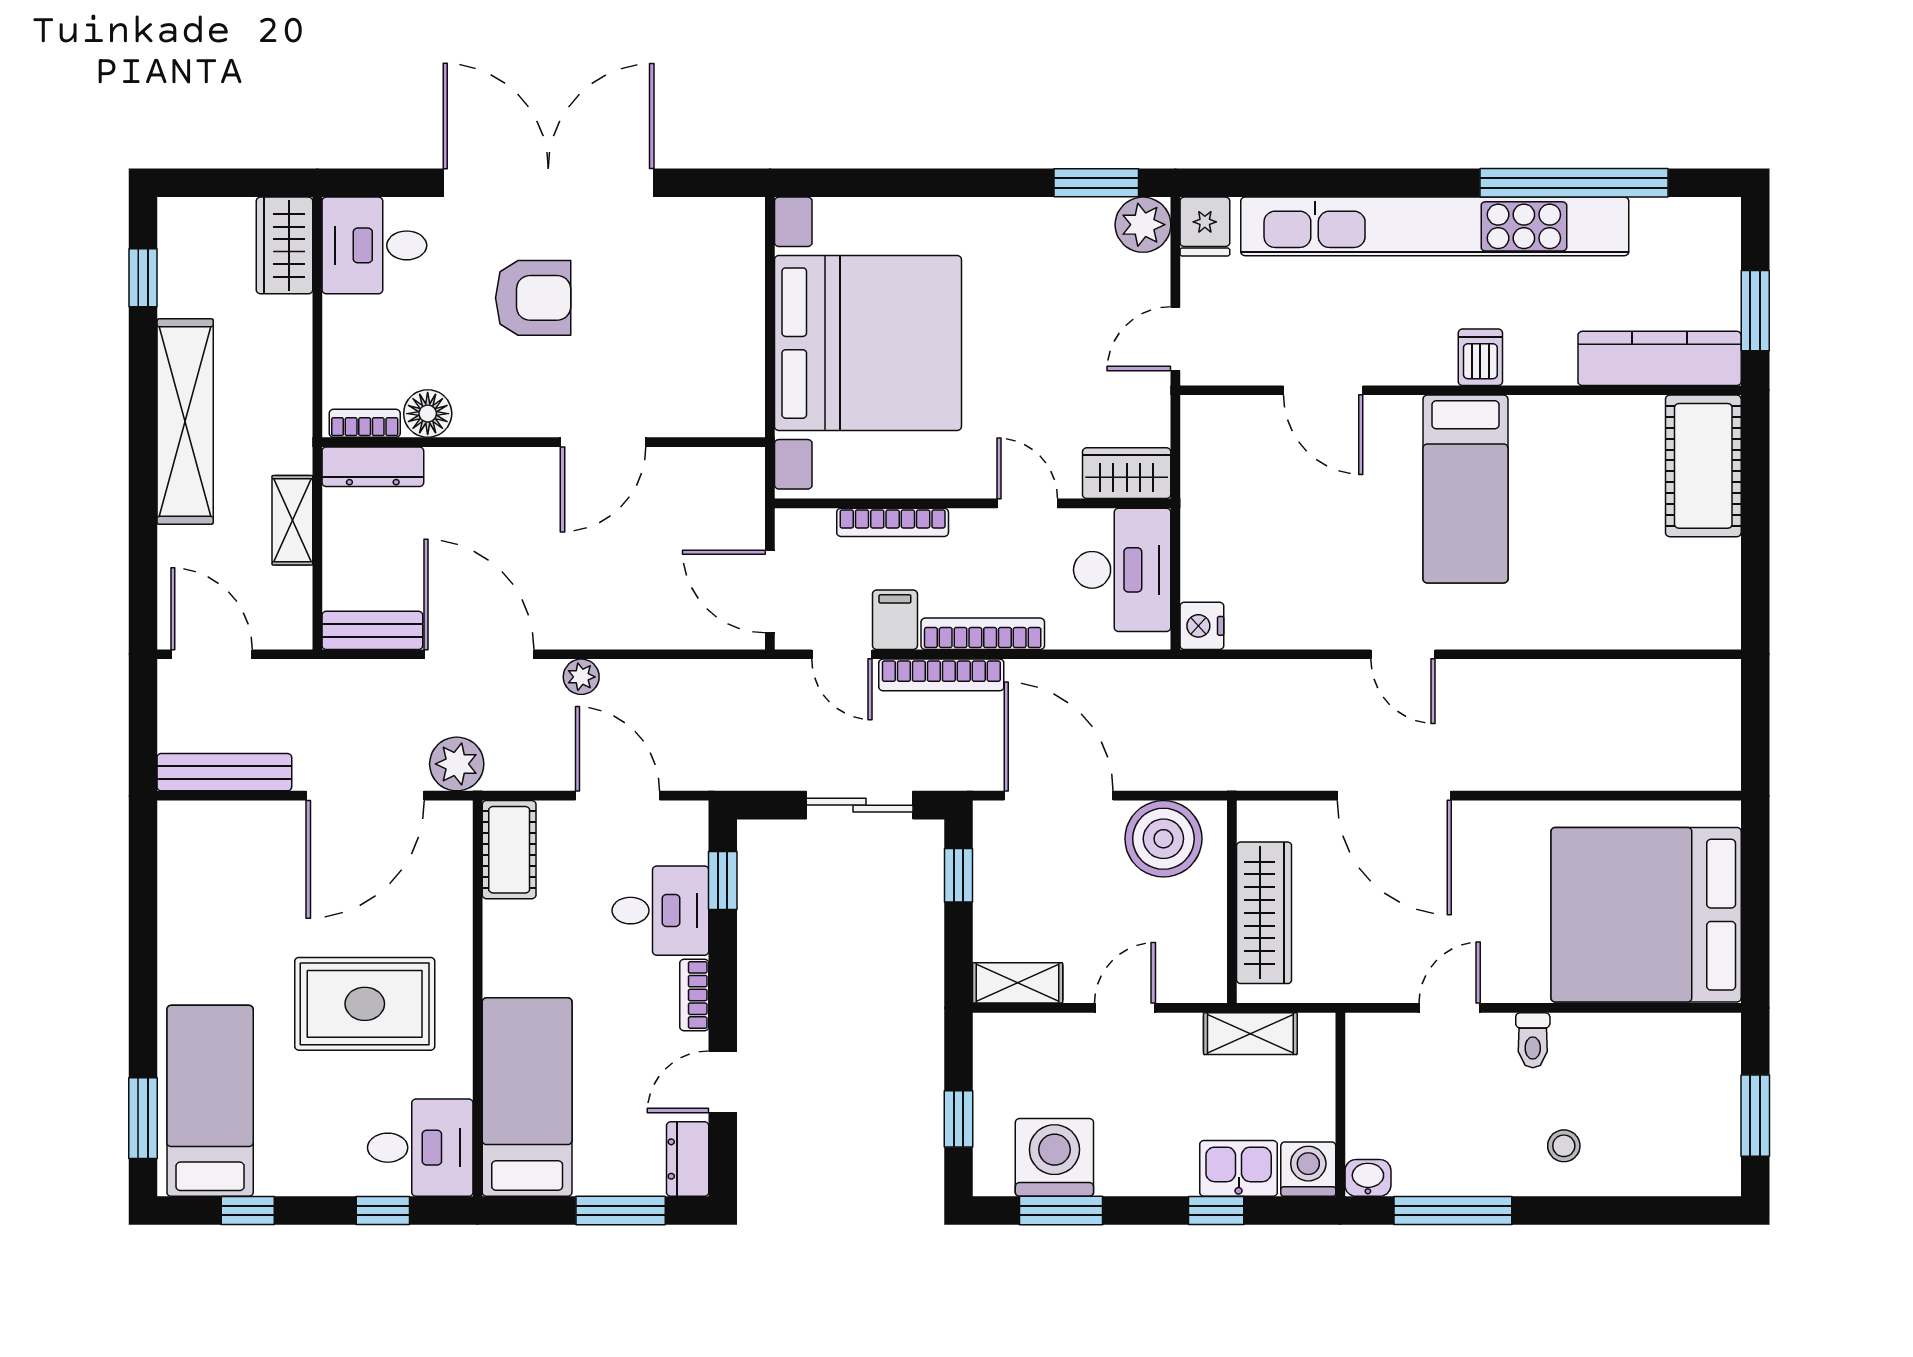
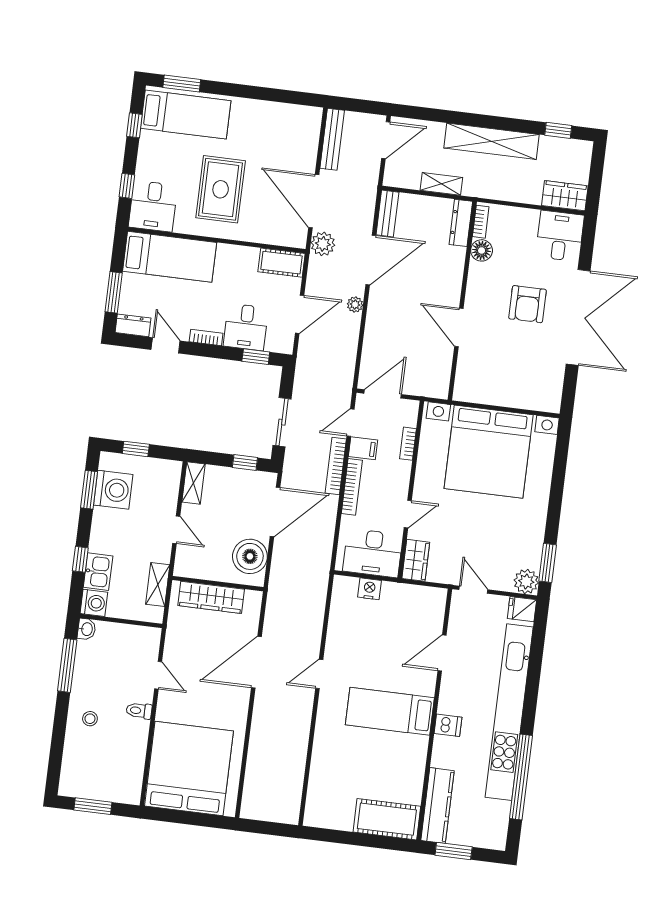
bookcase: (893, 522) -> (408, 444), width x0.64
nightstand: (1202, 626) -> (369, 589), moved

